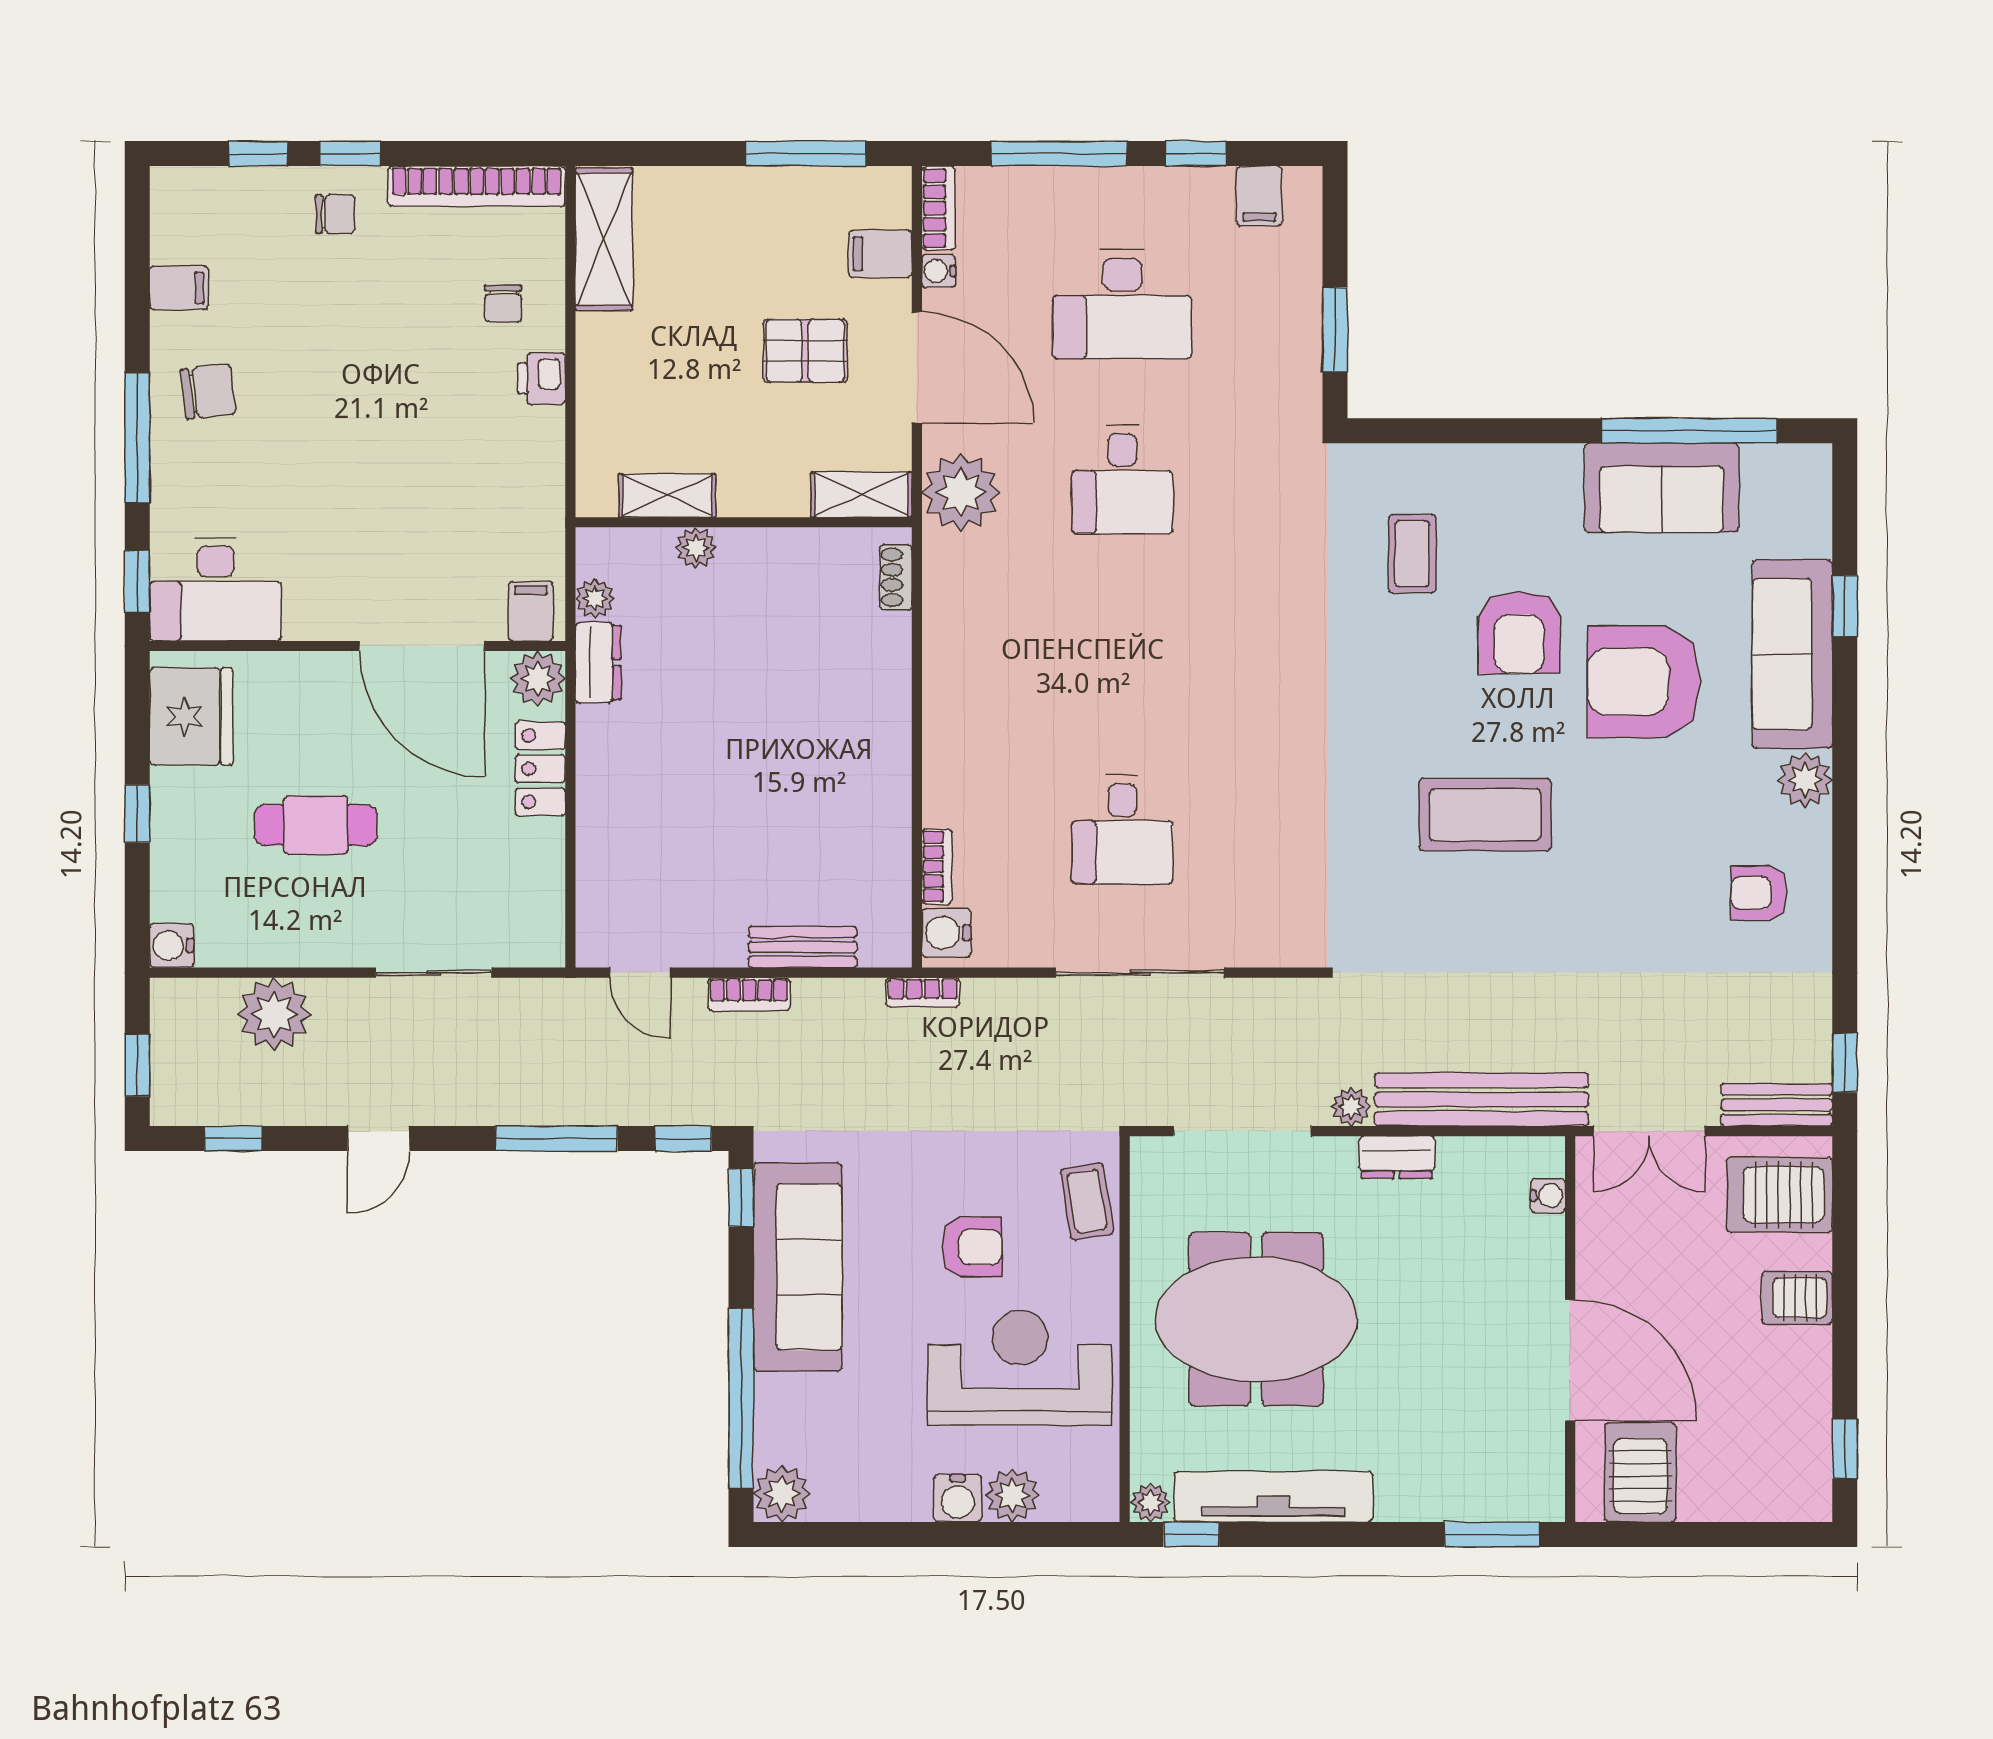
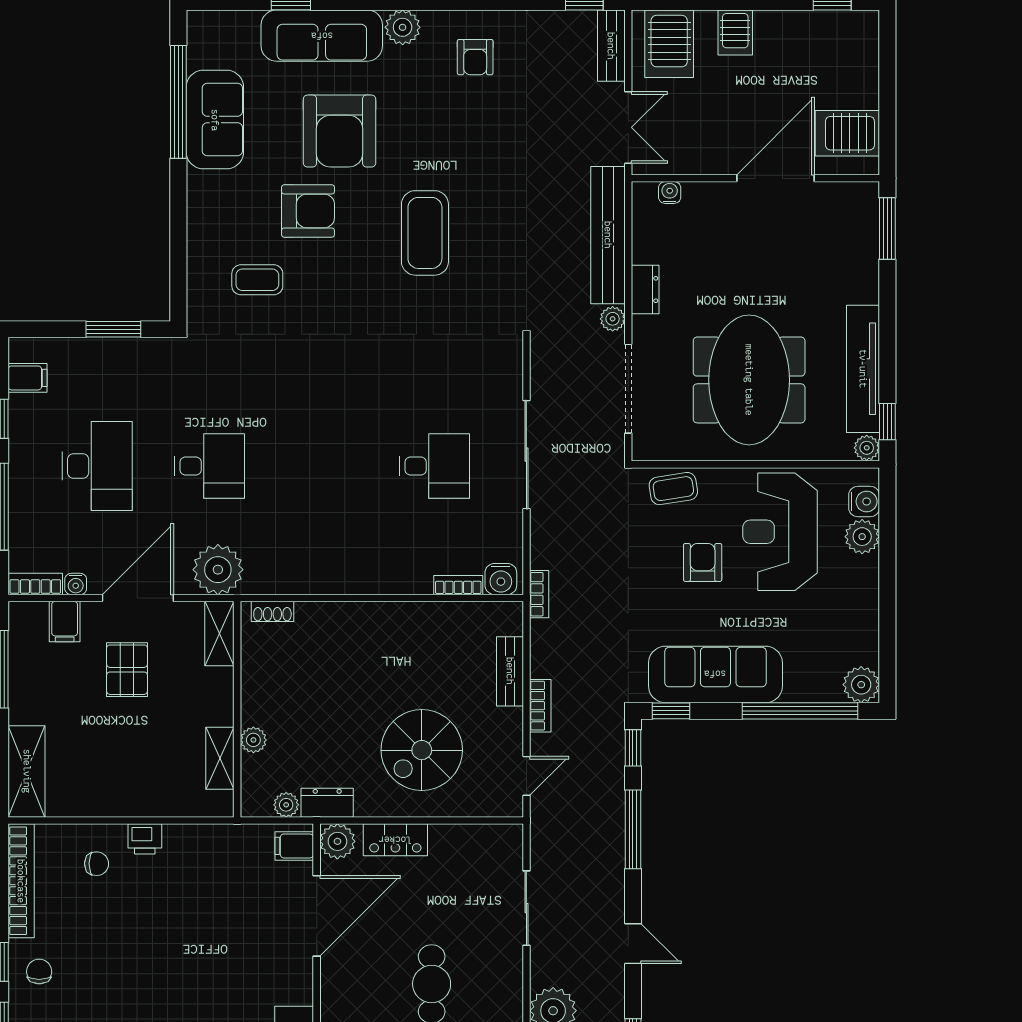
shelving: (604, 239) -> (27, 771), moved, turned 90
spiral stairs: (680, 810) -> (422, 750), added
water cooler: (958, 1498) -> (864, 501), moved

